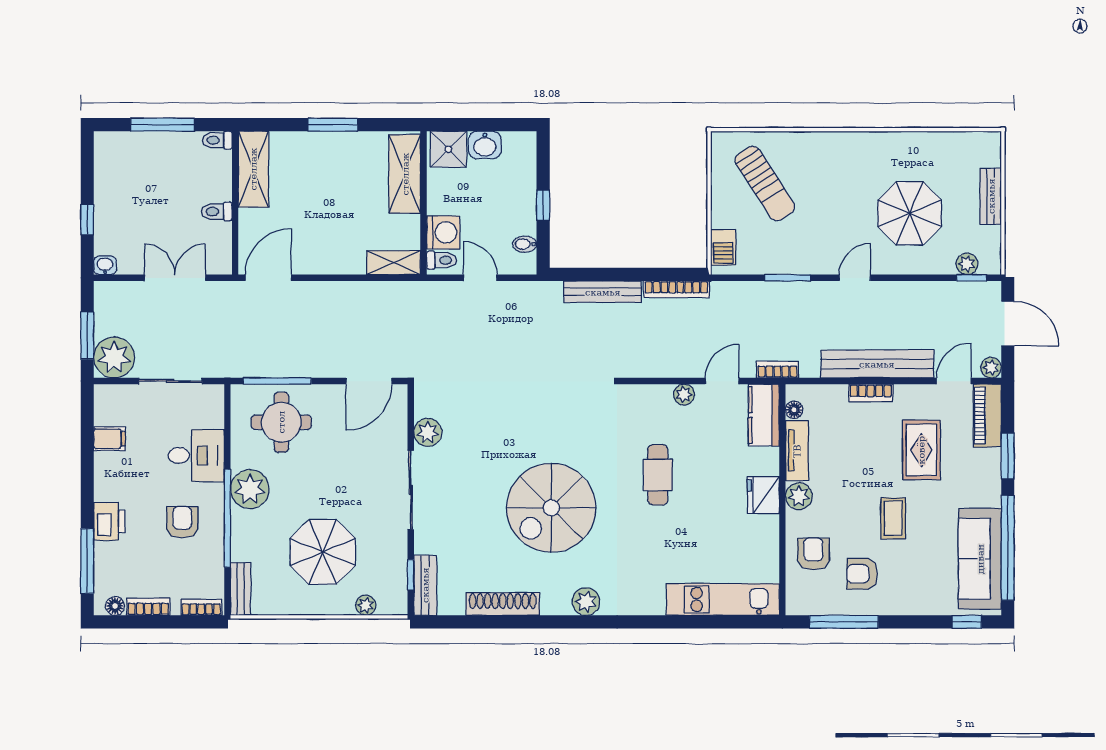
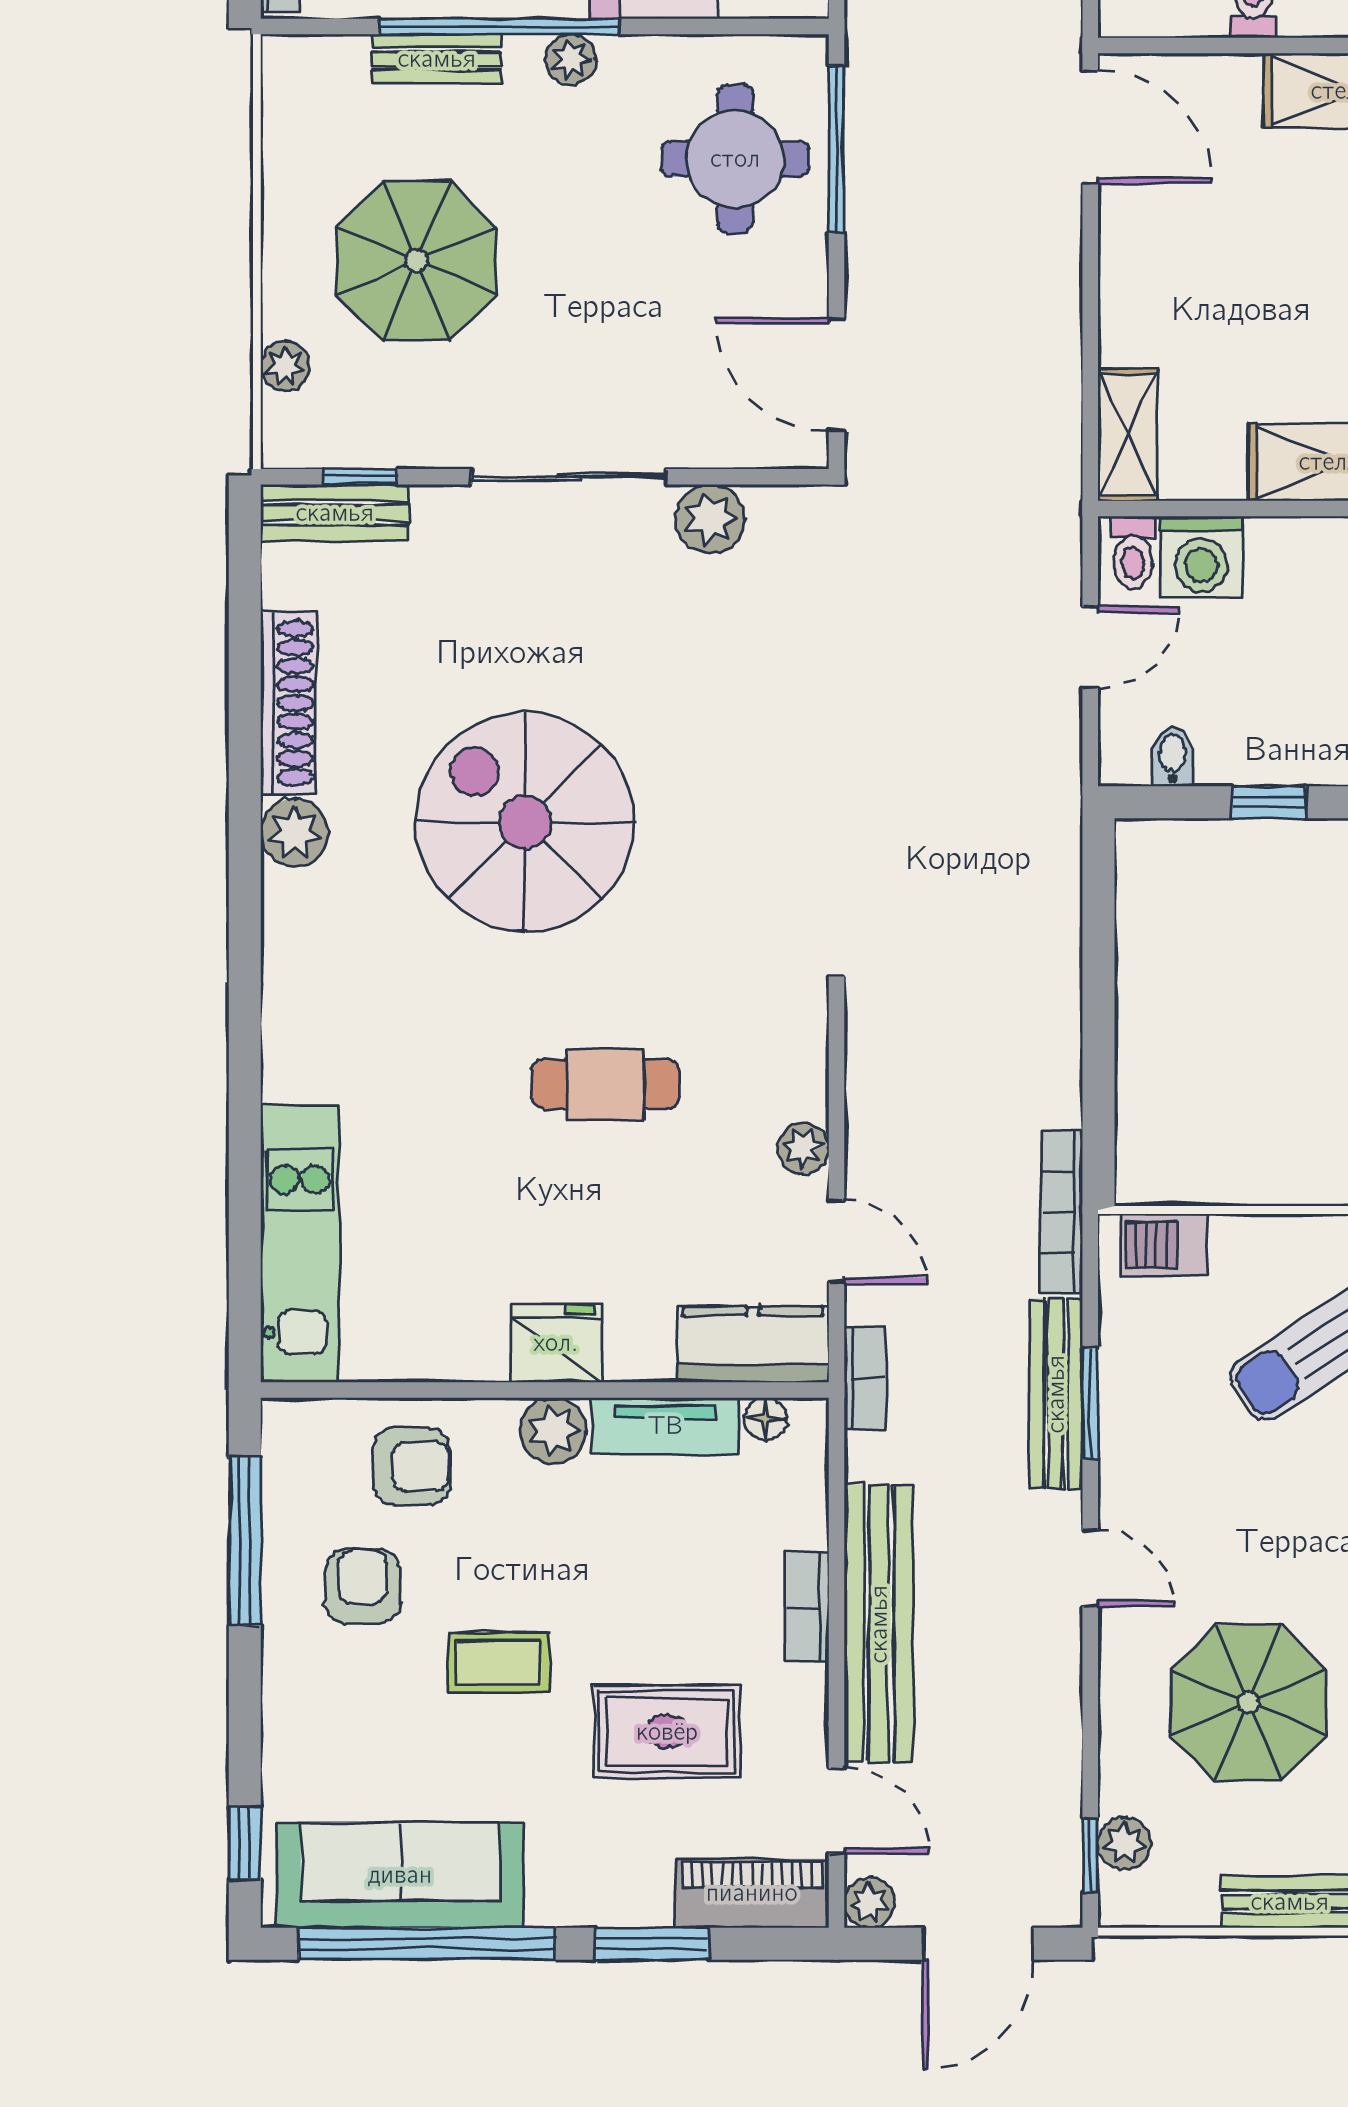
bookcase: (676, 289) -> (1062, 1212), moved
bench: (603, 292) -> (1056, 1394), moved
plant: (250, 489) -> (571, 59), width x0.53, depth x0.53
bench: (241, 589) -> (437, 59), moved
plant: (586, 602) -> (295, 833), moved

